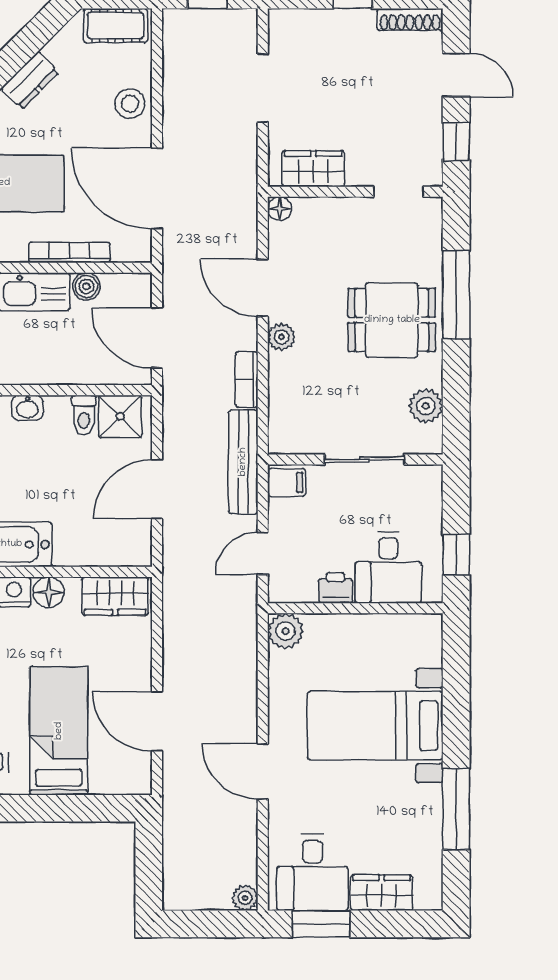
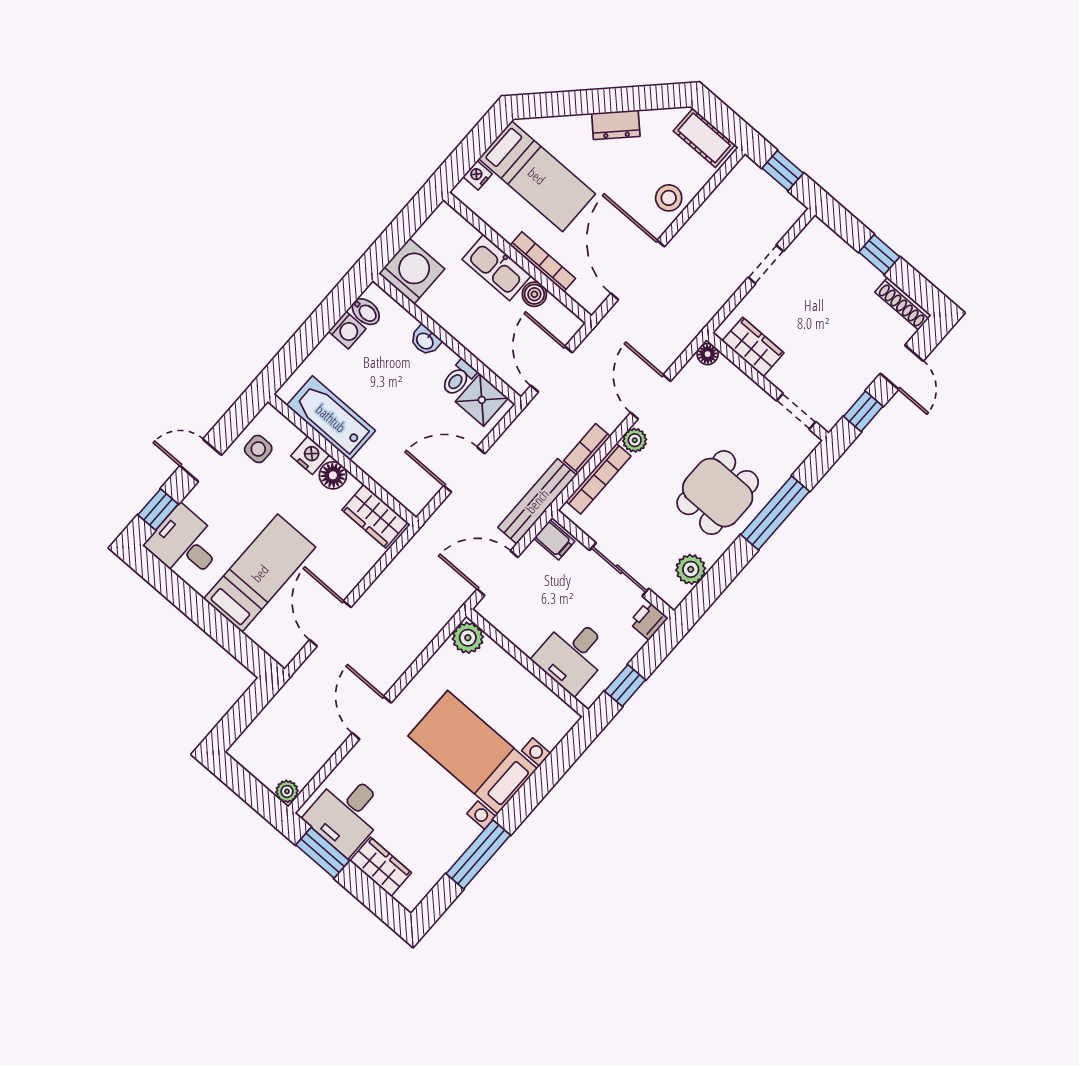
doorway: (263, 88) -> (766, 264), width x0.73
dining table: (392, 320) -> (718, 493), turned 90
bookcase: (279, 397) -> (598, 479), added
door: (263, 553) -> (497, 573), width x1.37
printer: (336, 588) -> (648, 620), moved, turned -90

